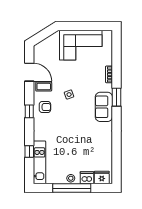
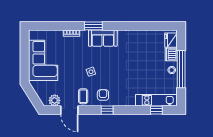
plant: (39, 57) -> (55, 100), added
door: (29, 72) -> (69, 110), swing flipped
window: (29, 152) -> (156, 110), moved

